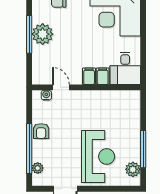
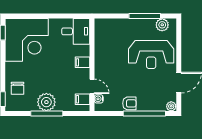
filing cabinet: (103, 76) -> (82, 99), moved
door: (61, 87) -> (92, 86), swing flipped
reception desk: (98, 157) -> (151, 55), turned 180
plant: (38, 168) -> (171, 106), moved

